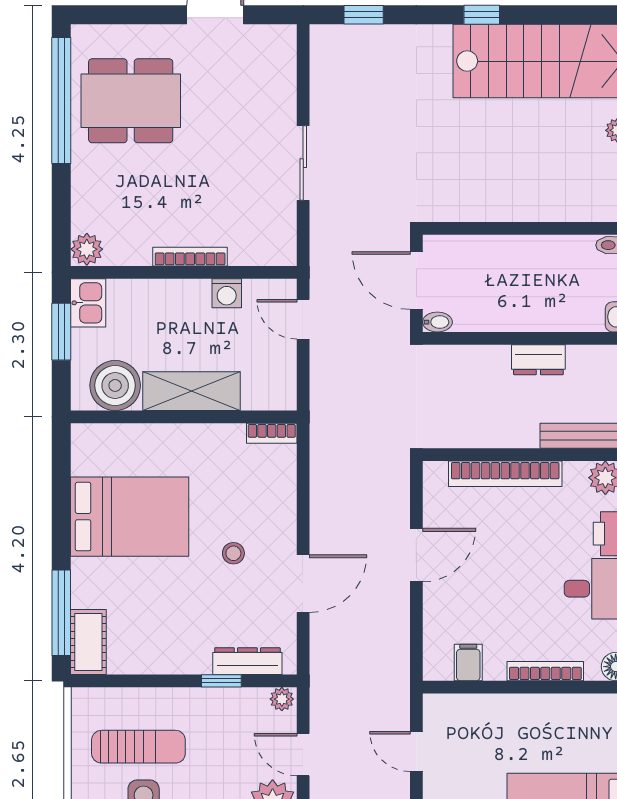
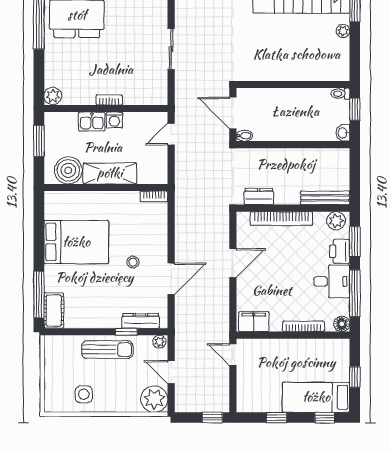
bookcase: (190, 257) -> (109, 100), width x0.64
washing machine: (227, 293) -> (114, 120), moved
kitchen sink: (88, 303) -> (92, 122), moved, turned 90
door: (303, 319) -> (171, 134), hinge flipped
dresser: (538, 360) -> (259, 196), moved, turned 180
filing cabinet: (468, 662) -> (254, 322), width x2.00
sun lounger: (138, 747) -> (107, 350), moved
door: (416, 751) -> (233, 355), moved

